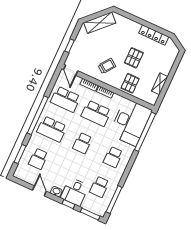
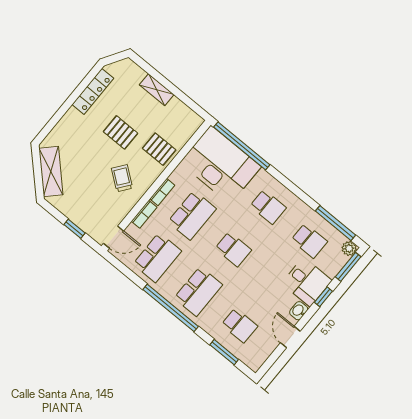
shelving: (160, 84) -> (157, 90), moved
door: (39, 191) -> (290, 337), hinge flipped
plant: (101, 212) -> (349, 248), added

